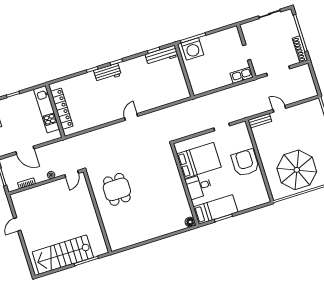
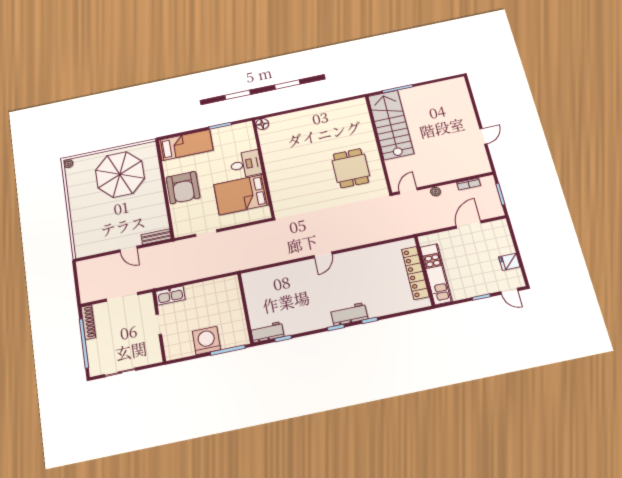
washing machine: (192, 49) -> (206, 340), moved
workbench: (162, 55) -> (267, 332), width x0.73
door: (25, 150) -> (469, 224), hinge flipped
bed: (216, 209) -> (186, 145), moved, turned 180
stairs: (63, 255) -> (391, 125), moved, turned -90

